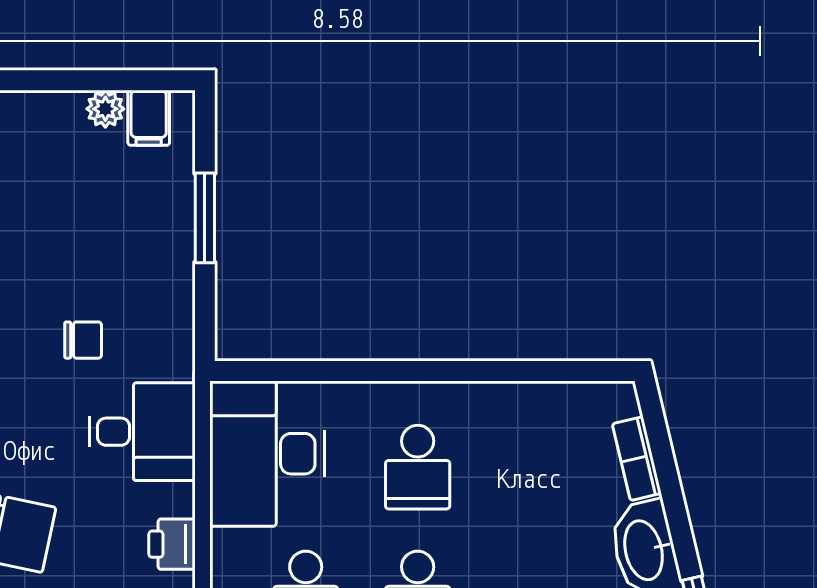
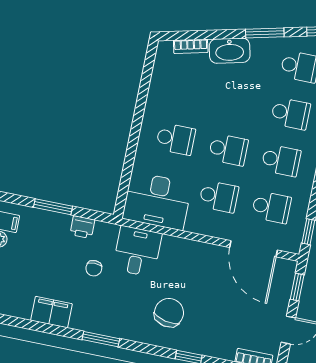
chair: (83, 340) -> (94, 268), turned 180
printer: (172, 544) -> (82, 227), moved

